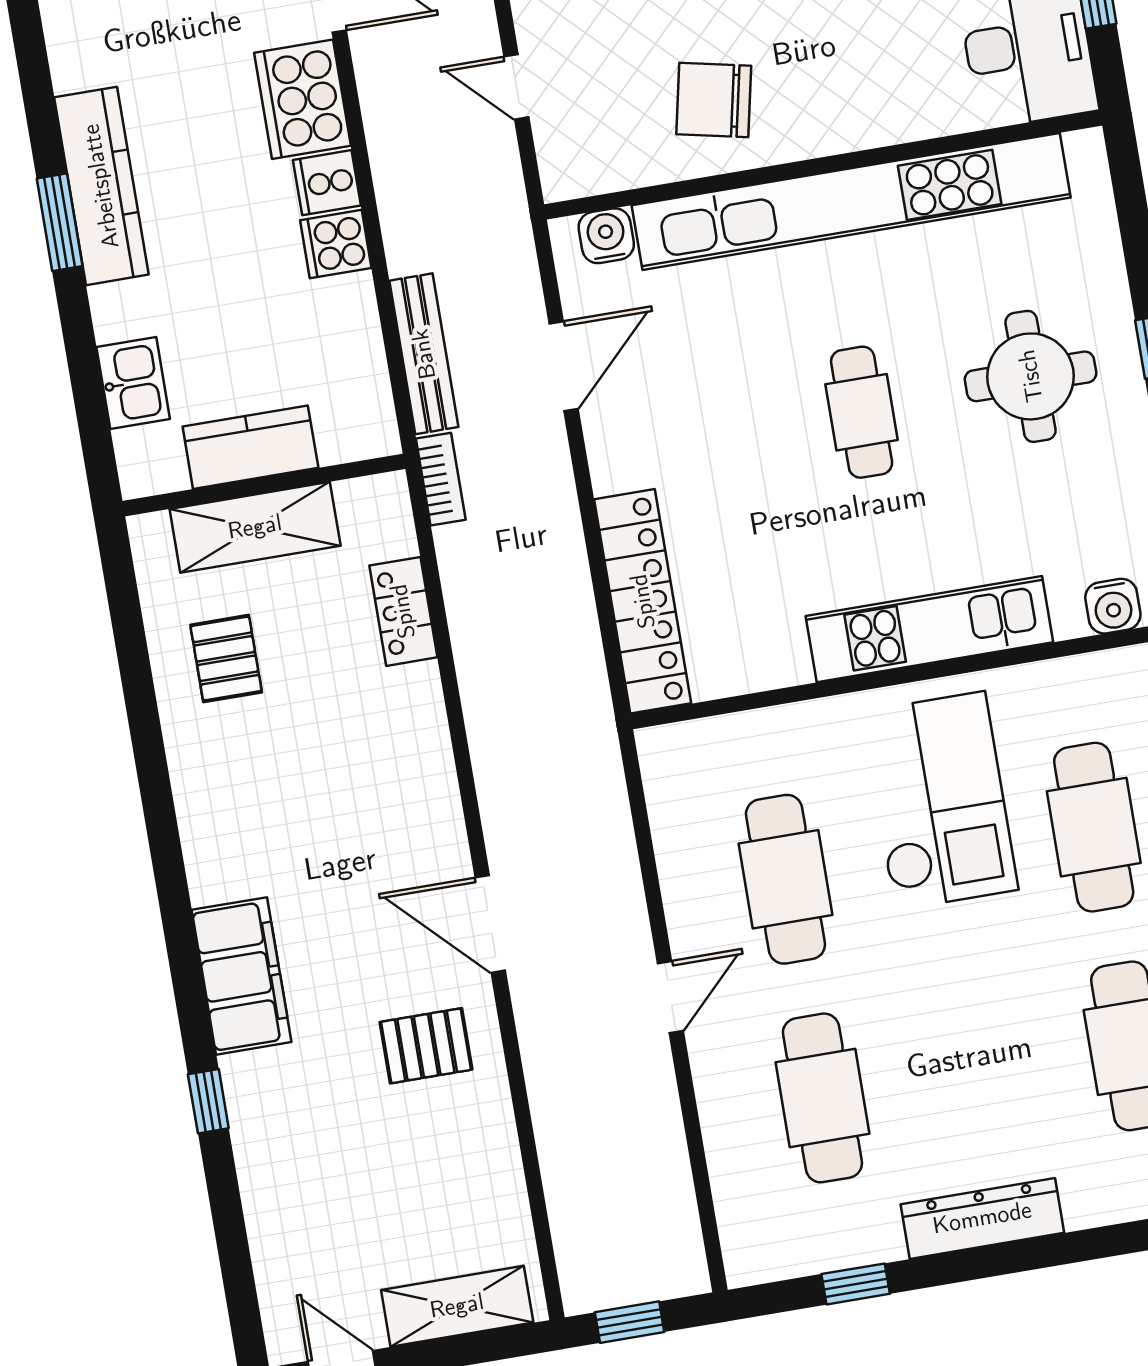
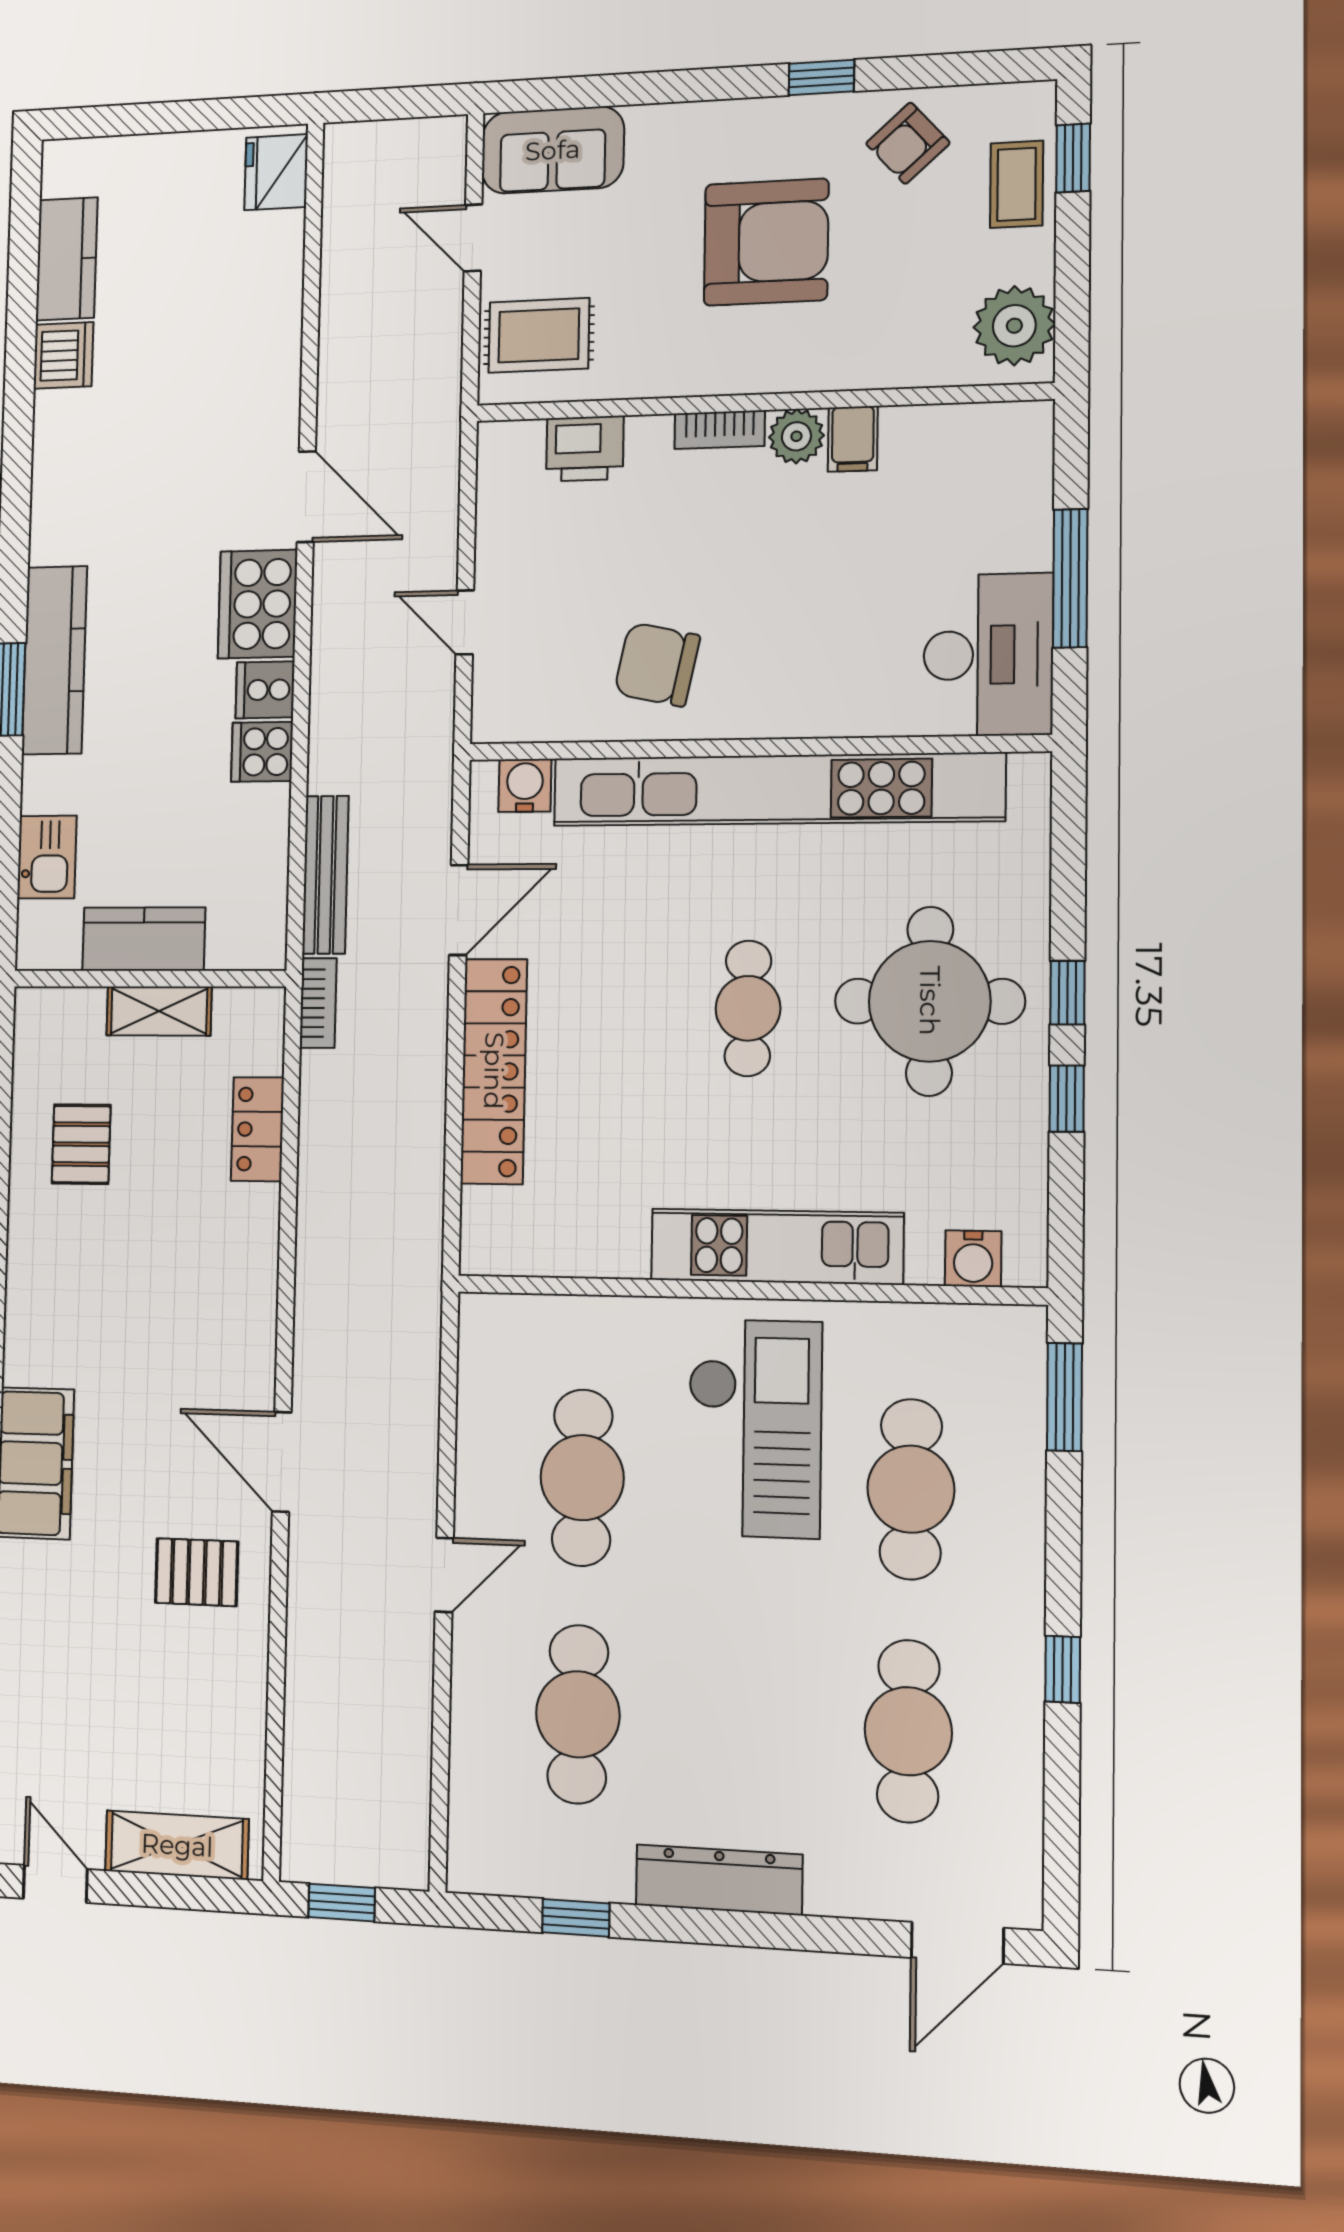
round table: (1031, 376) -> (930, 1001), width x1.36, depth x1.36
shelving: (255, 527) -> (159, 1011), width x0.67, depth x0.75
locker: (643, 601) -> (494, 1071), moved

